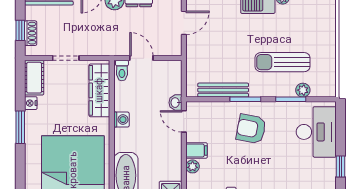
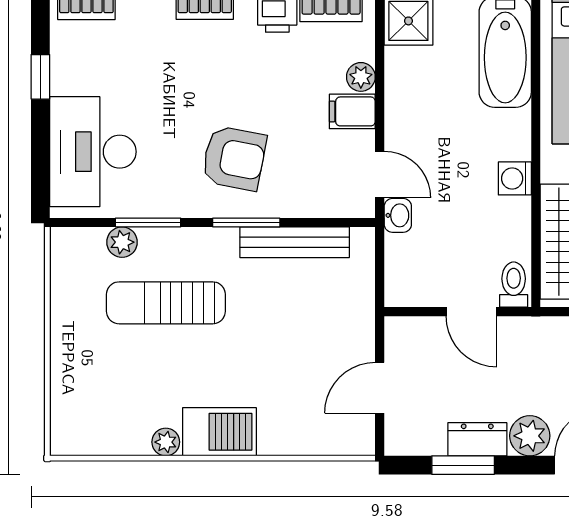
sun lounger: (283, 62) -> (166, 303), turned 180

